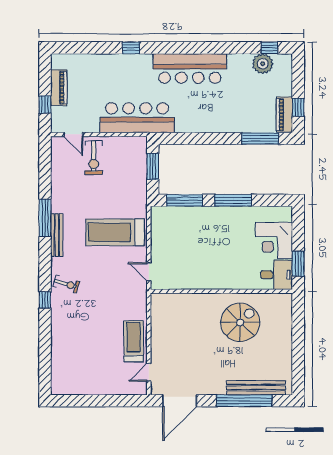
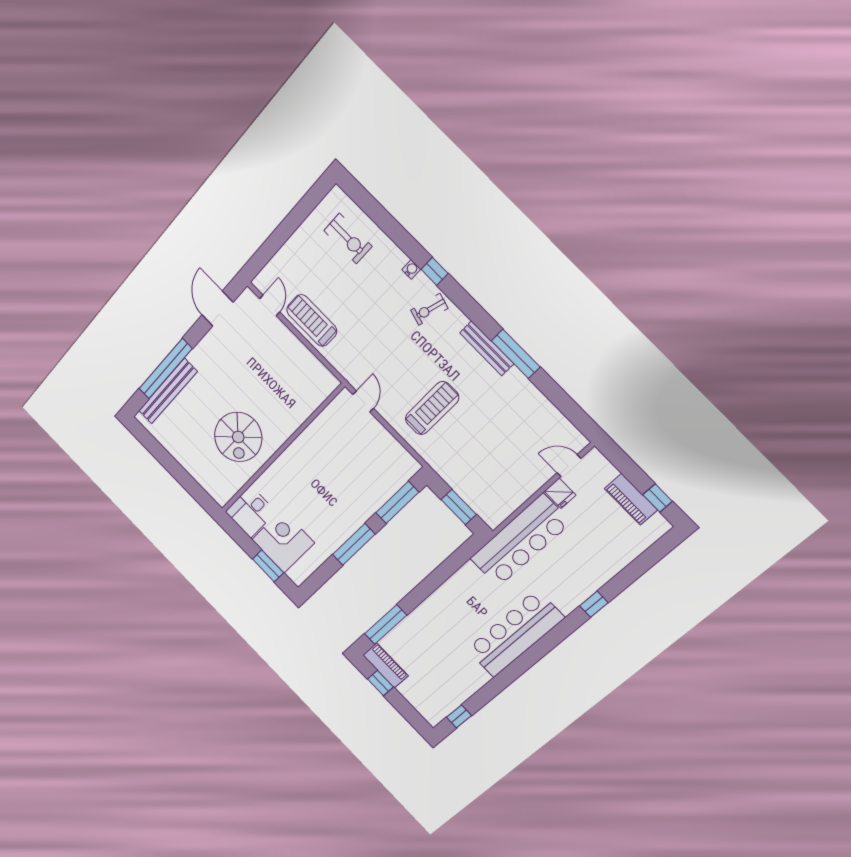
plant: (263, 64) -> (451, 696), removed
window: (45, 104) -> (658, 498), moved
fridge: (92, 124) -> (560, 493), added
exercise bike: (94, 158) -> (348, 238), moved, turned 180
treadmill: (115, 232) -> (432, 408), width x0.73, depth x0.73
window: (298, 264) -> (268, 566), moved
door: (149, 272) -> (363, 401), hinge flipped
water cooler: (56, 313) -> (411, 269), added
treadmill: (134, 341) -> (312, 320), turned 180
door: (180, 401) -> (217, 309), width x0.73

